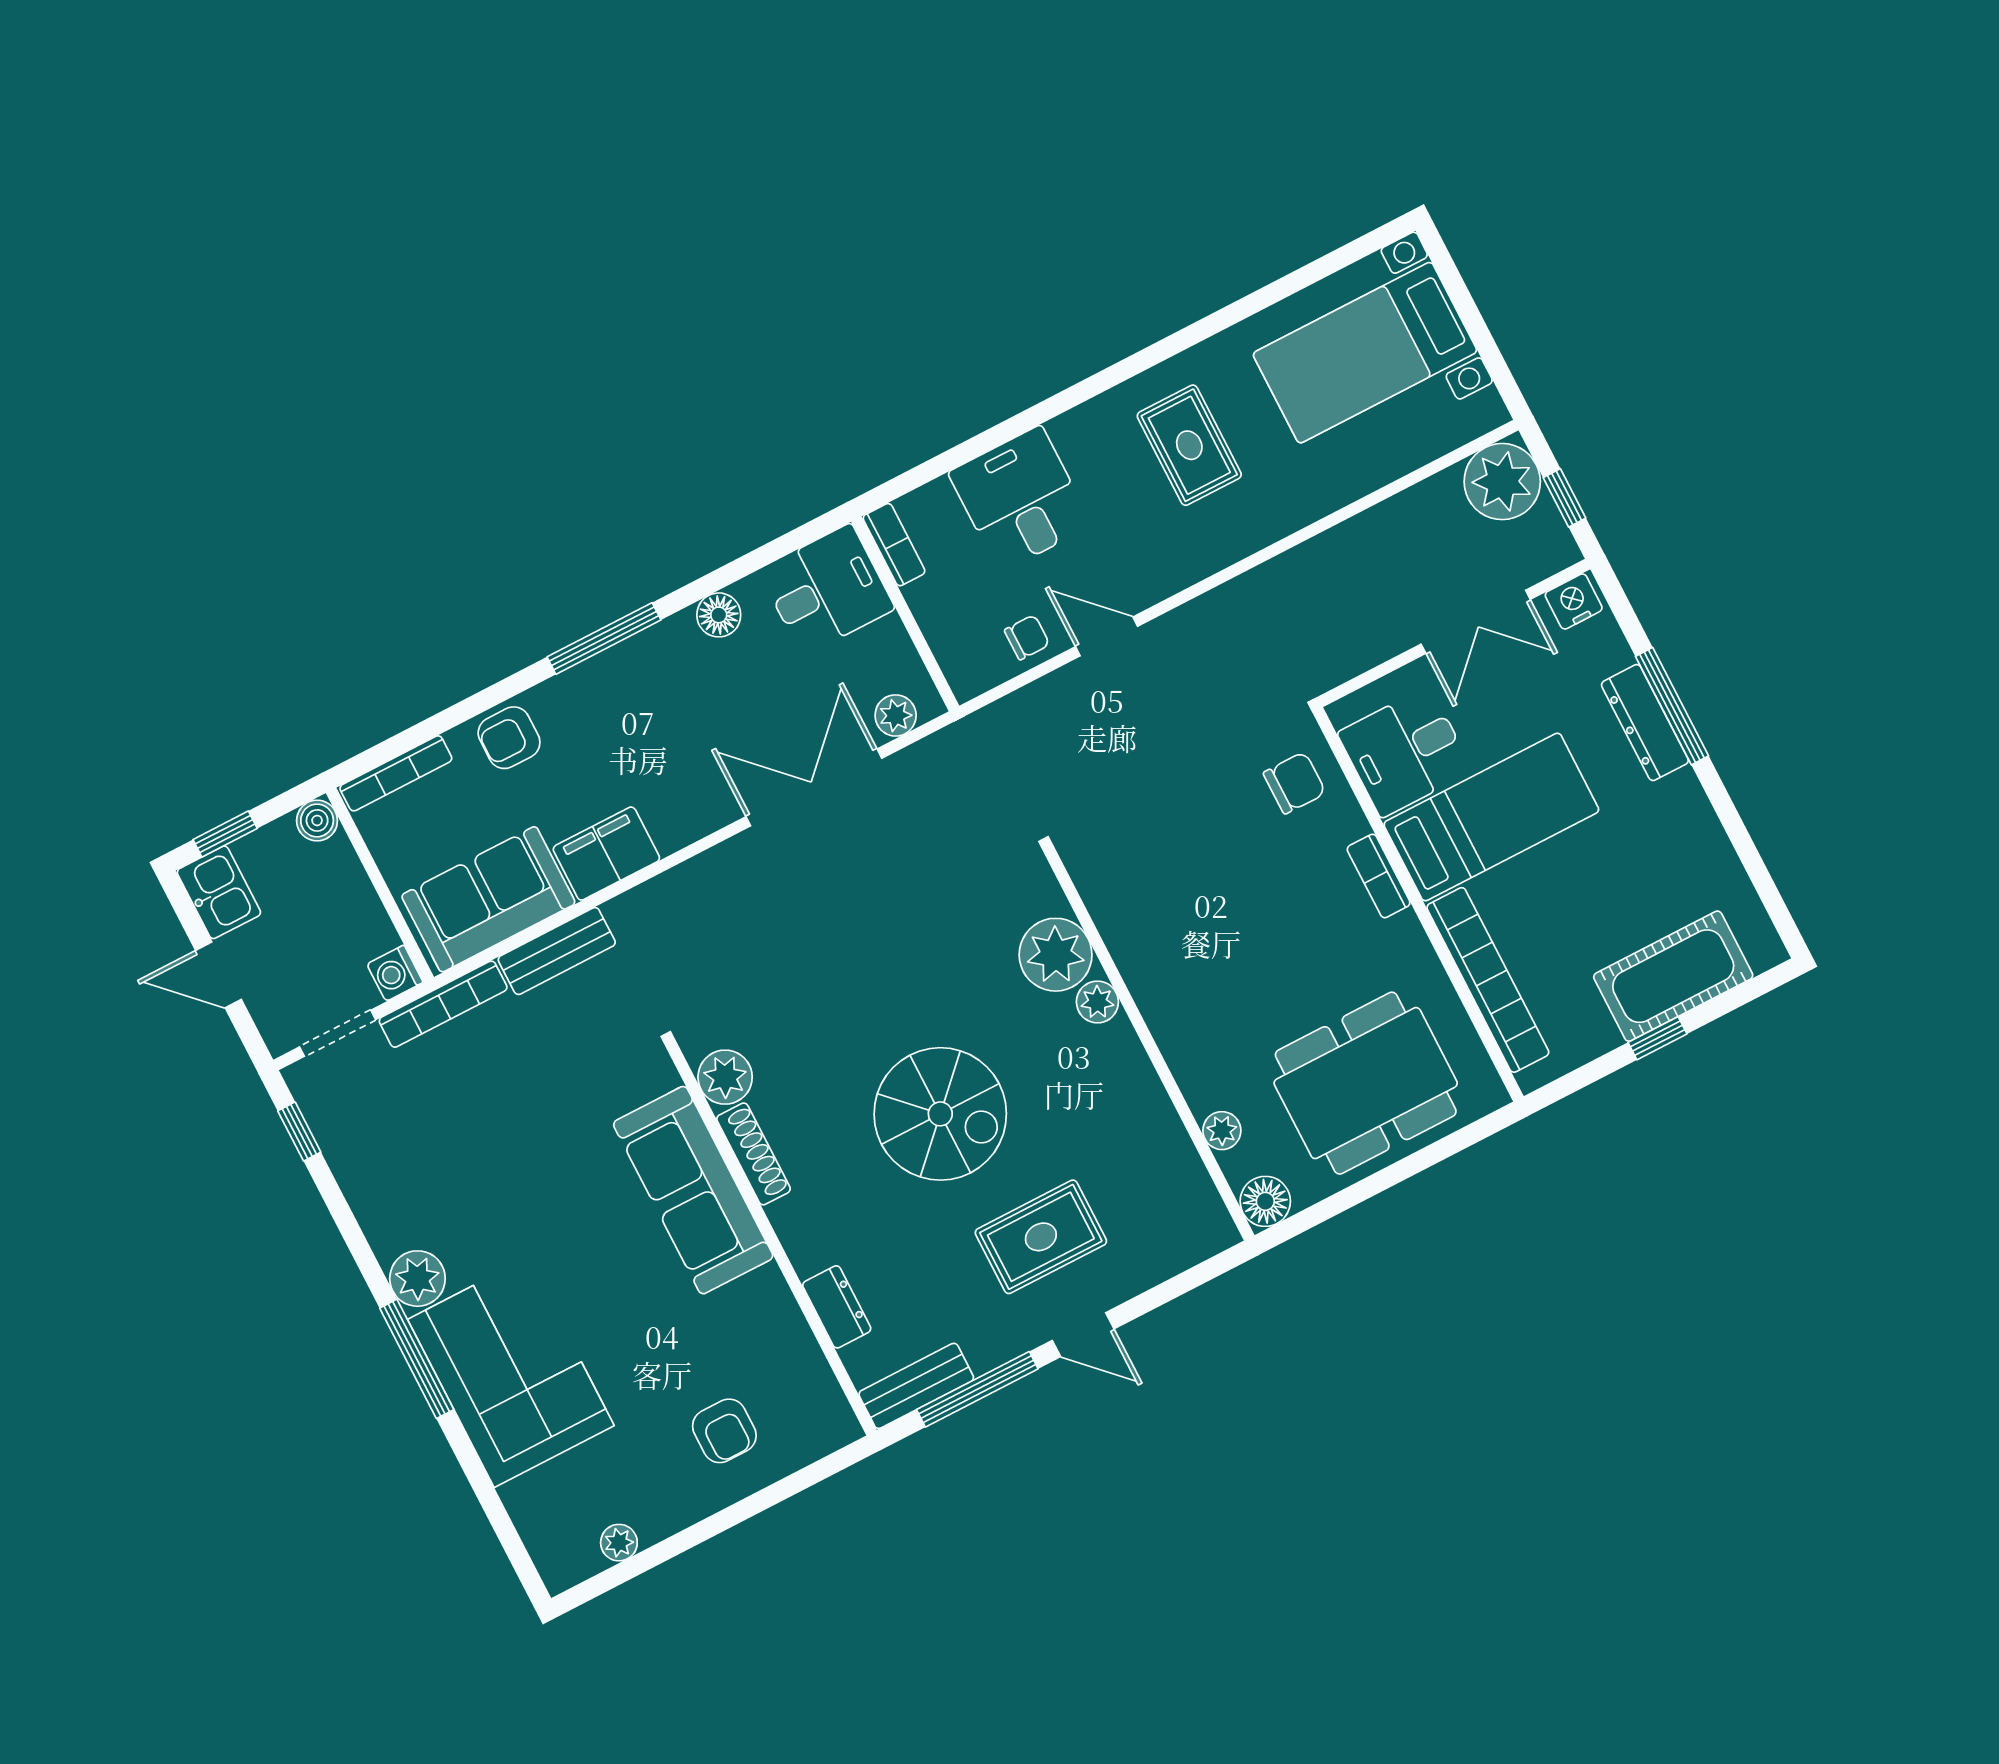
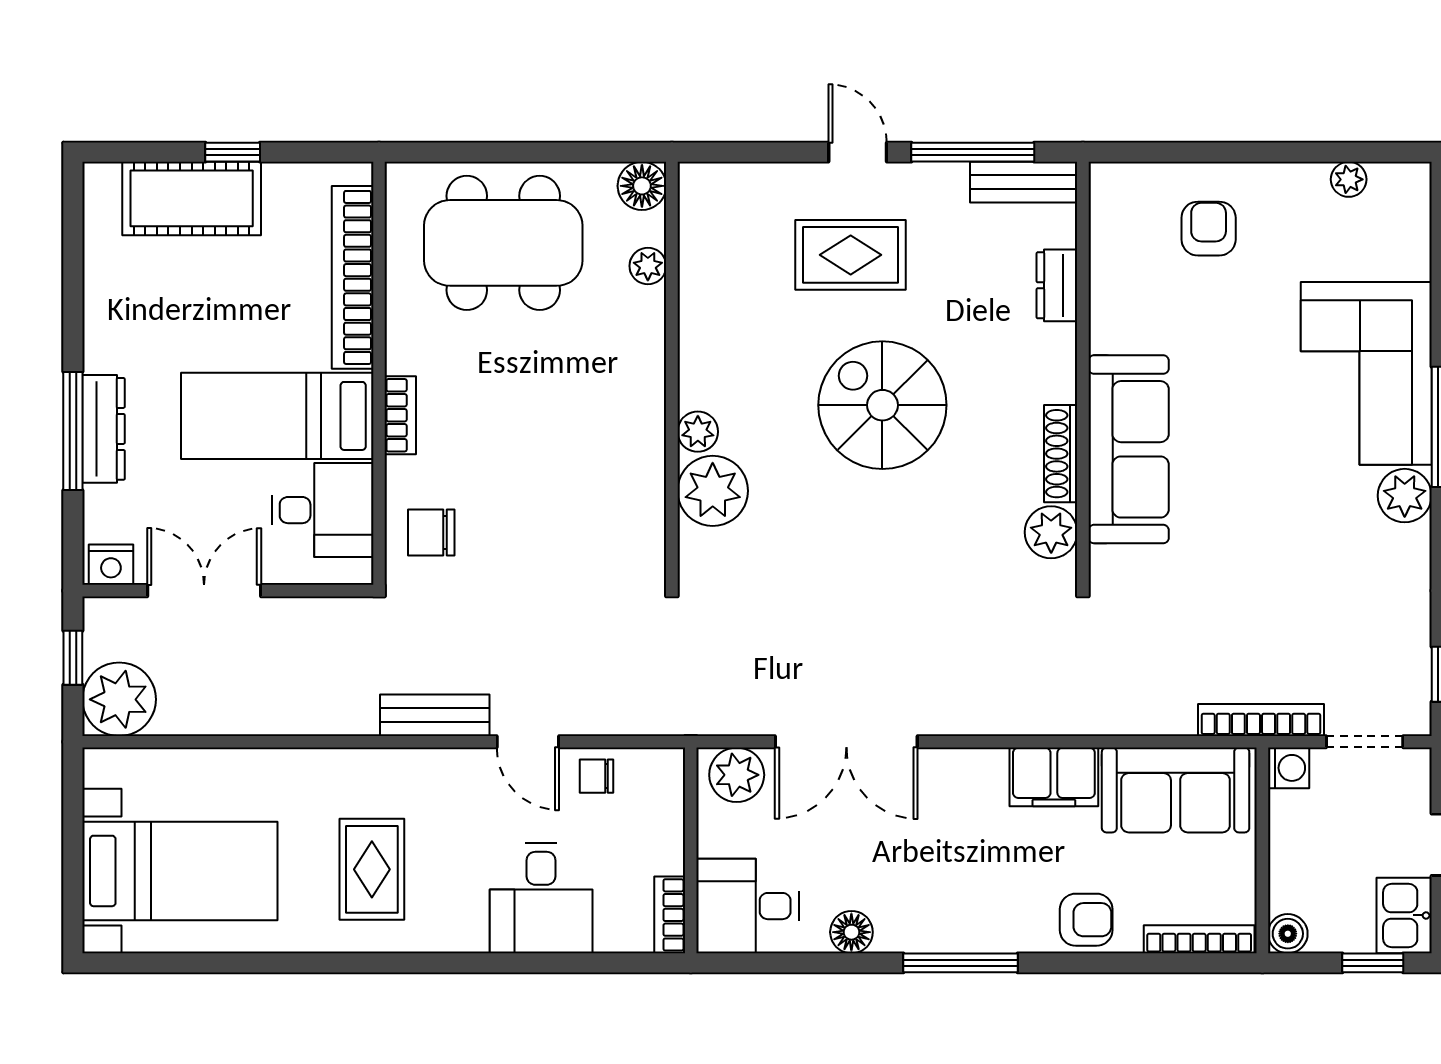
plant: (896, 715) -> (737, 775), width x1.38, depth x1.38
bench: (557, 951) -> (435, 715), moved

